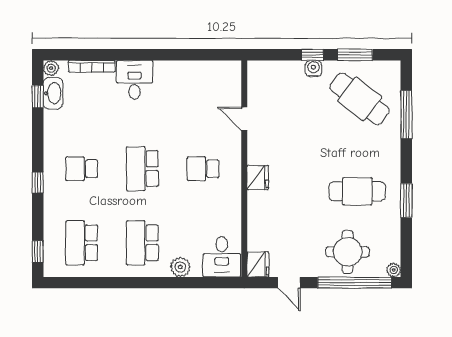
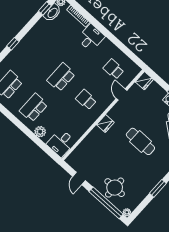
school desk: (82, 169) -> (114, 69), moved
cafe table: (357, 191) -> (140, 141), moved
fridge: (258, 264) -> (144, 81), moved

